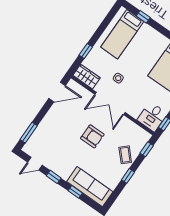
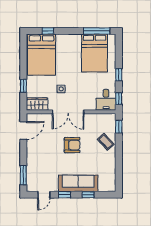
bed: (122, 34) -> (41, 55), width x1.50
window: (128, 176) -> (119, 156), removed
sofa: (90, 187) -> (78, 183), moved

